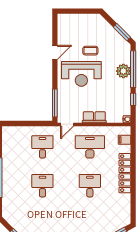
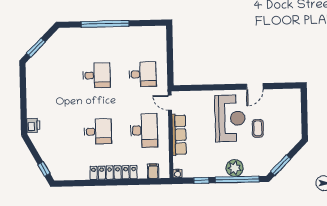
door: (55, 52) -> (255, 86), hinge flipped
reception desk: (81, 74) -> (230, 118), turned 180
window: (55, 103) -> (195, 88), removed
row of seats: (94, 117) -> (179, 135), width x1.48

